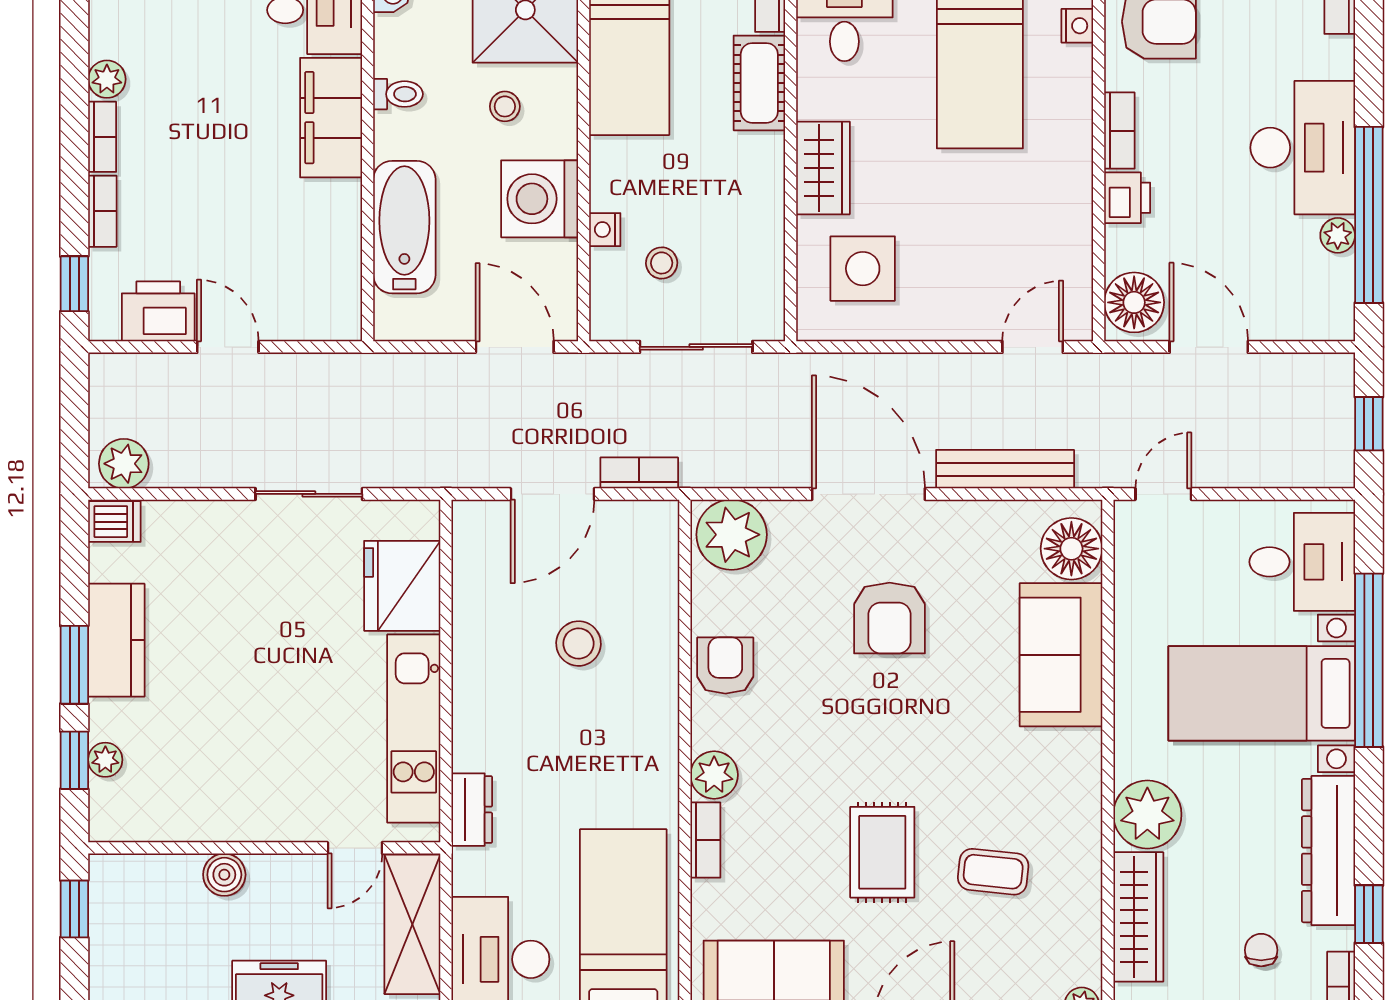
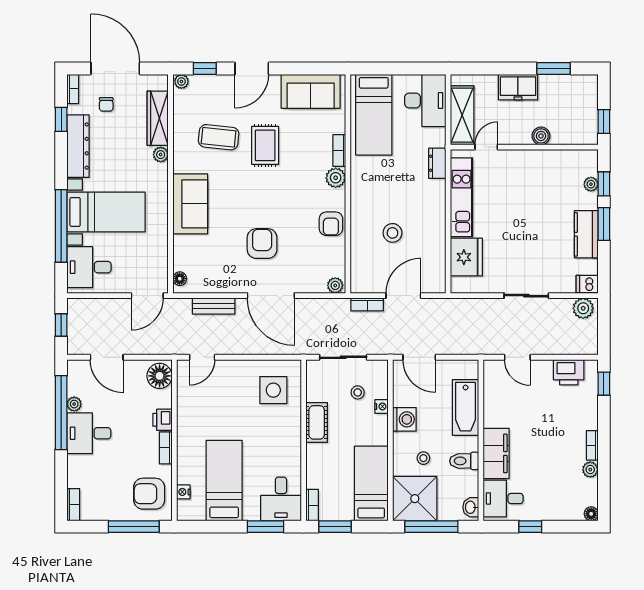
cot: (759, 83) -> (317, 422), moved
toilet: (398, 94) -> (464, 461), width x1.37, depth x1.39
desk: (1303, 148) -> (89, 433), width x0.73
wardrobe: (823, 168) -> (290, 432), removed
washing machine: (540, 199) -> (404, 419), width x0.73, depth x0.73
bookcase: (102, 211) -> (592, 414), removed
door: (228, 347) -> (517, 357), moved
door: (1209, 347) -> (107, 357), moved
bench: (1005, 469) -> (214, 306), width x0.73
sliding door: (309, 494) -> (526, 296), moved
door: (1163, 494) -> (147, 296), width x1.38
plant: (732, 535) -> (335, 285), width x0.53, depth x0.53
floor lamp: (1071, 549) -> (180, 279), width x0.53, depth x0.53
sofa: (1061, 655) -> (190, 204), moved
plant: (1147, 814) -> (161, 155), width x0.53, depth x0.53
coffee table: (993, 872) -> (219, 137), width x1.36, depth x1.30

